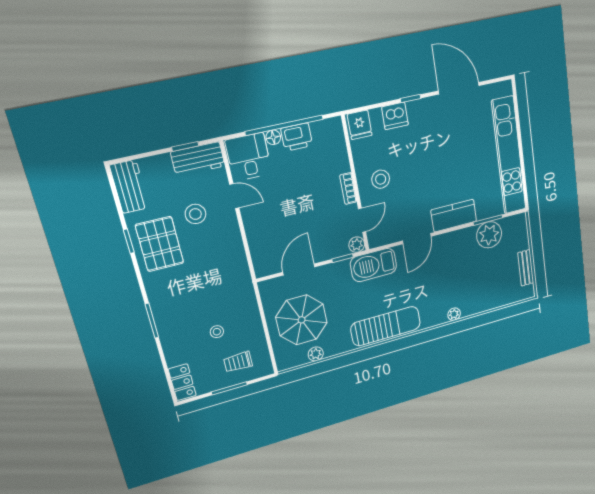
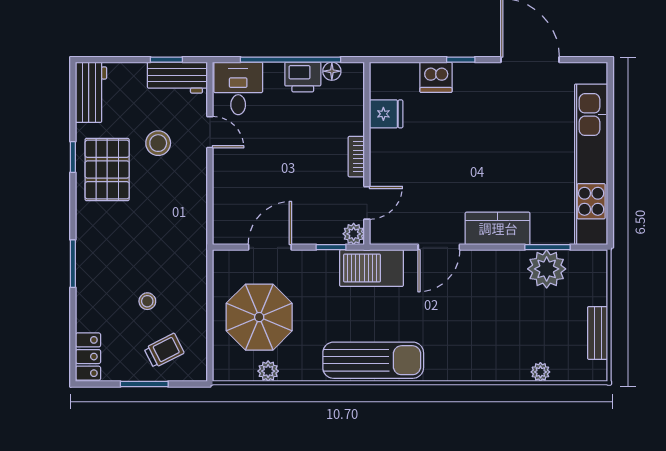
fridge: (360, 125) -> (386, 114), moved, turned -90
floor lamp: (273, 137) -> (332, 71), moved
stool: (381, 179) -> (402, 154), removed
plant: (454, 314) -> (540, 372), moved
trolley: (238, 362) -> (164, 351), turned 153

